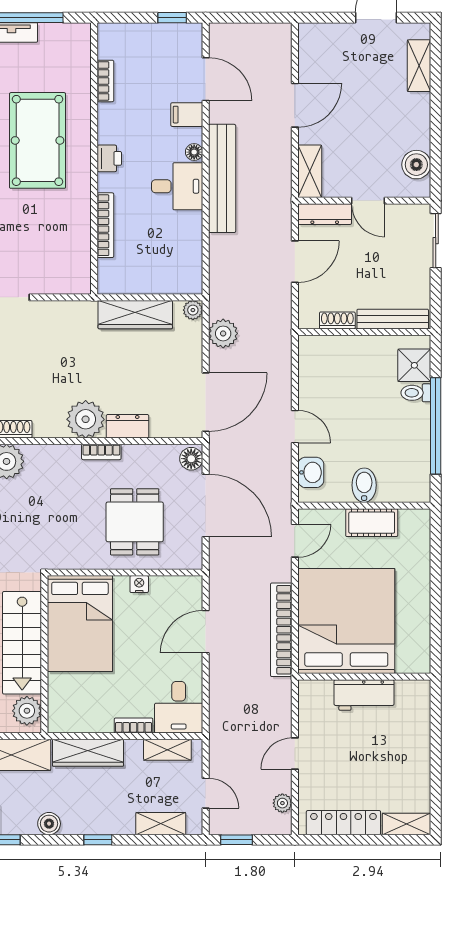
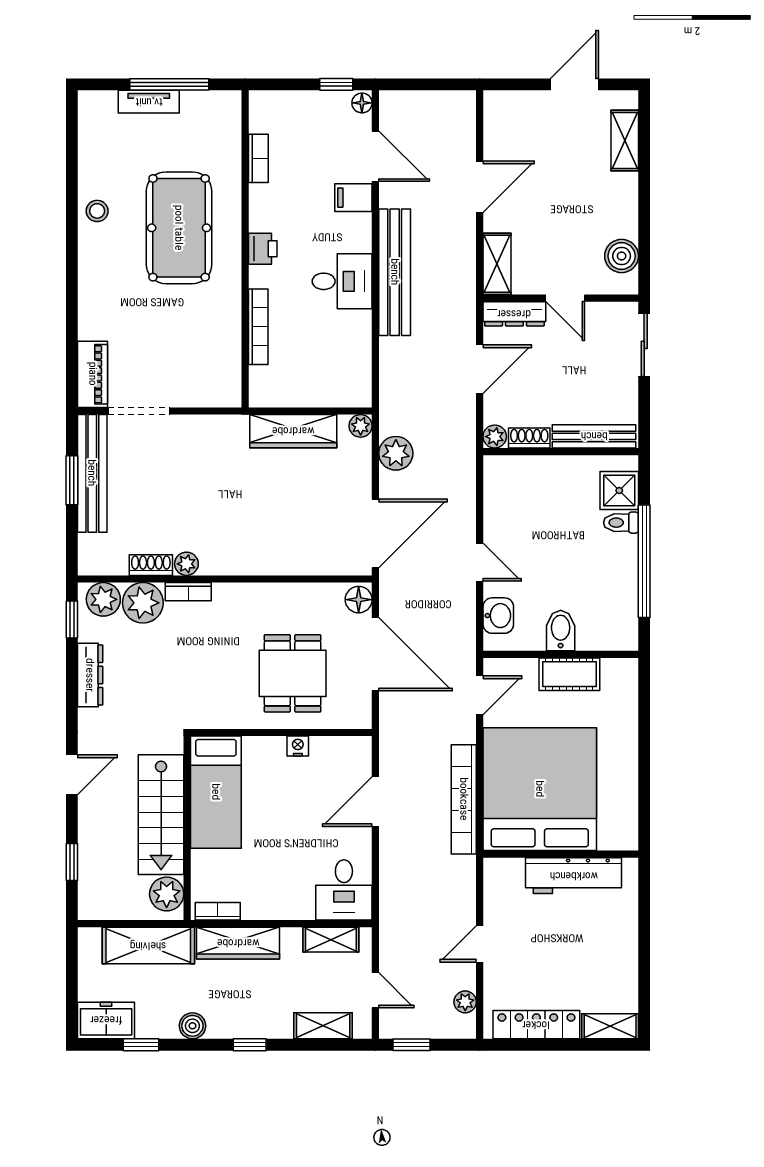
floor lamp: (194, 152) -> (362, 103), moved
plant: (308, 319) -> (495, 437), added
plant: (86, 419) -> (186, 564), moved, width x0.53, depth x0.53
dresser: (128, 426) -> (284, 562), removed
bookcase: (101, 452) -> (188, 592), moved
bed: (80, 624) -> (216, 792), width x0.67
workbench: (364, 695) -> (574, 876), width x1.38
bookcase: (134, 726) -> (218, 911), moved

